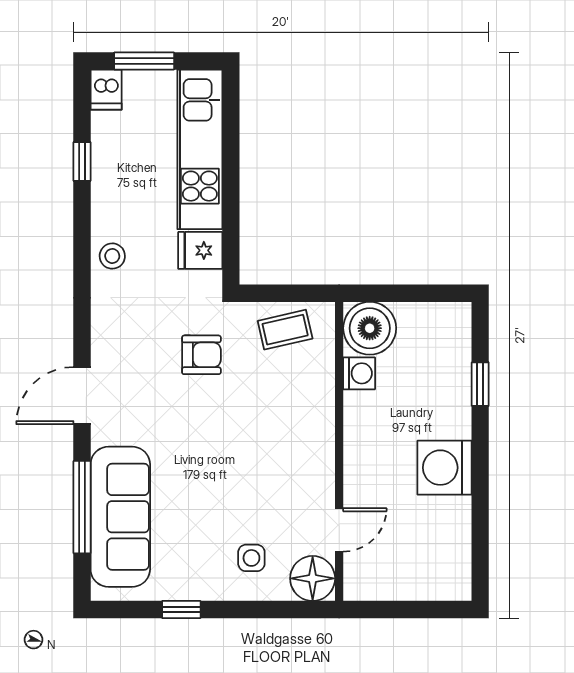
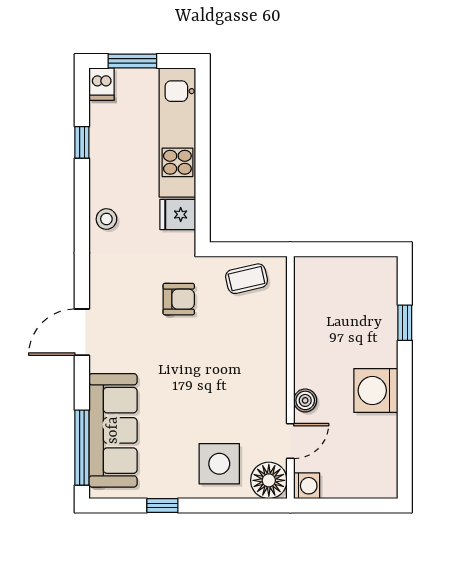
boiler: (370, 328) -> (305, 400), moved, width x0.54, depth x0.54
washing machine: (359, 373) -> (307, 486), moved
window: (82, 507) -> (82, 448), moved
side table: (251, 558) -> (219, 464), width x1.87, depth x1.87

